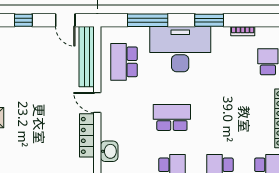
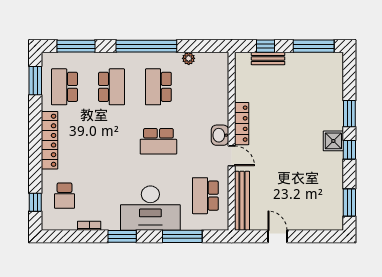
window: (23, 20) -> (304, 236), removed
door: (65, 20) -> (277, 236), moved
school desk: (124, 62) -> (205, 196), turned 180
washbasin: (109, 151) -> (220, 135), moved

